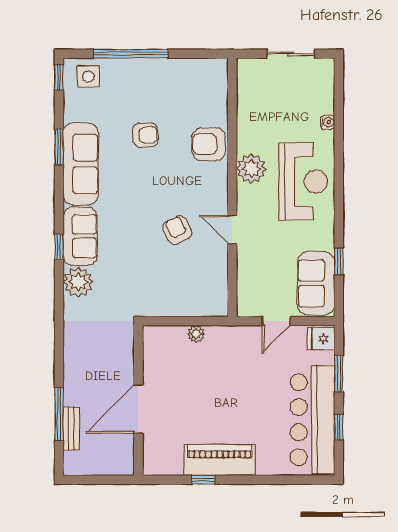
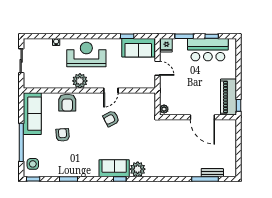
sofa: (81, 164) -> (32, 114), moved, turned 90
wall: (138, 400) -> (198, 117), moved
door: (138, 409) -> (202, 117), moved
bar counter: (312, 420) -> (208, 50), width x0.73

